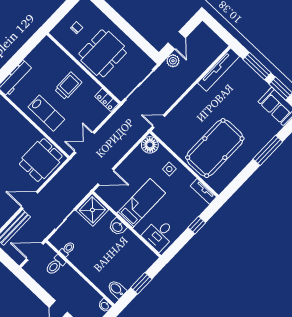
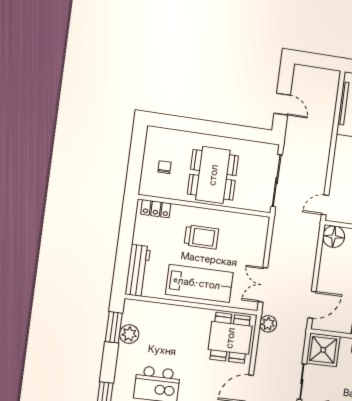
plant: (173, 61) -> (268, 324), moved
trolley: (68, 86) -> (201, 237), turned 90
locker: (107, 100) -> (156, 209), moved
lab bench: (46, 113) -> (199, 283), width x1.36, depth x1.39

